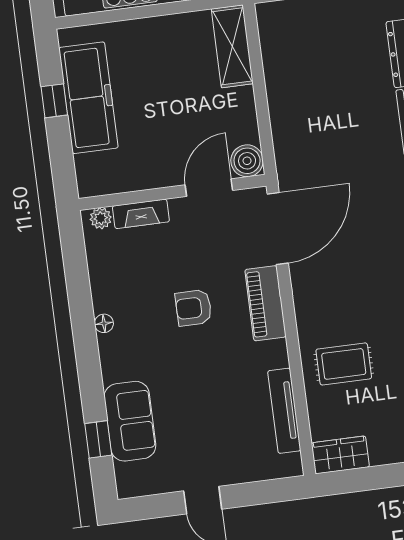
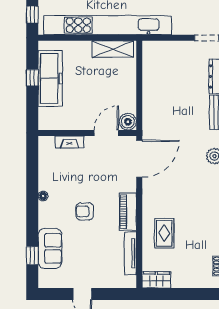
shelving: (232, 46) -> (113, 49), moved, turned 90
plant: (101, 218) -> (48, 142), removed
piano: (265, 303) -> (128, 212), moved
armchair: (194, 308) -> (85, 211), moved
rug: (344, 364) -> (164, 233), turned 90

